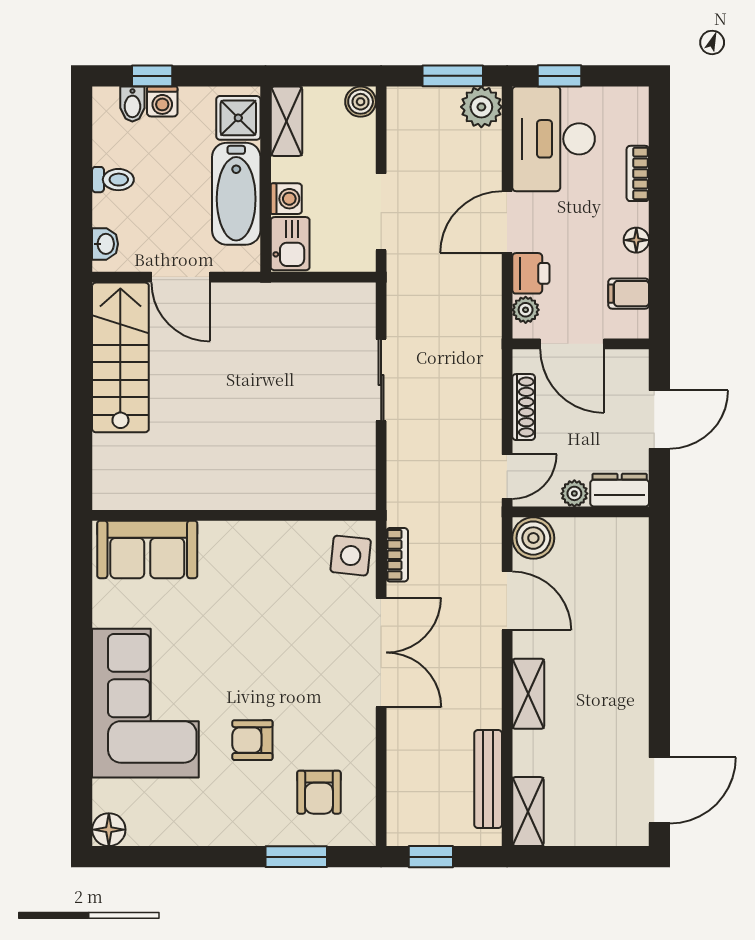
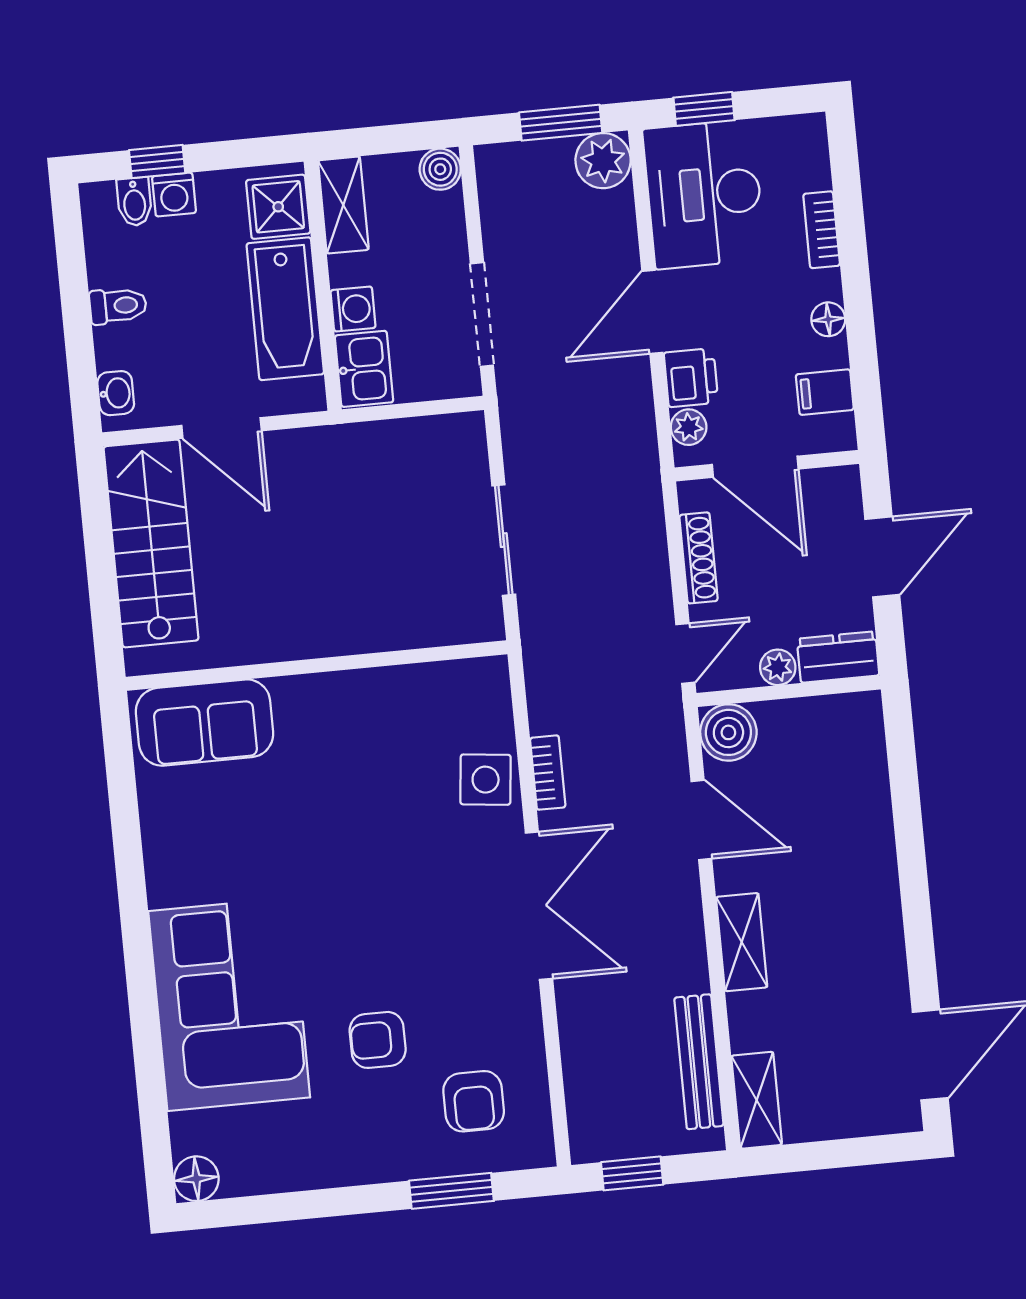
wall: (234, 515) -> (317, 666), moved
sofa: (147, 549) -> (205, 723), moved

